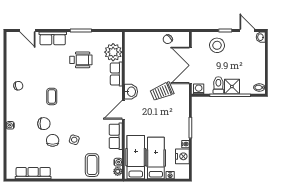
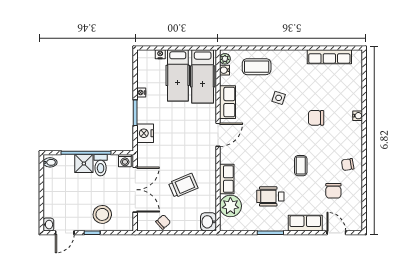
door: (247, 30) -> (65, 233), hinge flipped
washbasin: (131, 92) -> (208, 222), moved
trolley: (162, 92) -> (183, 185), moved
coffee table: (52, 96) -> (301, 166), moved
chair: (53, 140) -> (333, 191), moved
nightstand: (182, 156) -> (145, 133), moved
coffee table: (92, 165) -> (257, 67), turned 90

